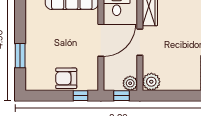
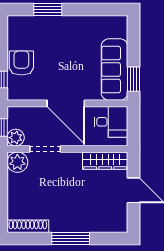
doorway: (140, 42) -> (45, 149), moved

